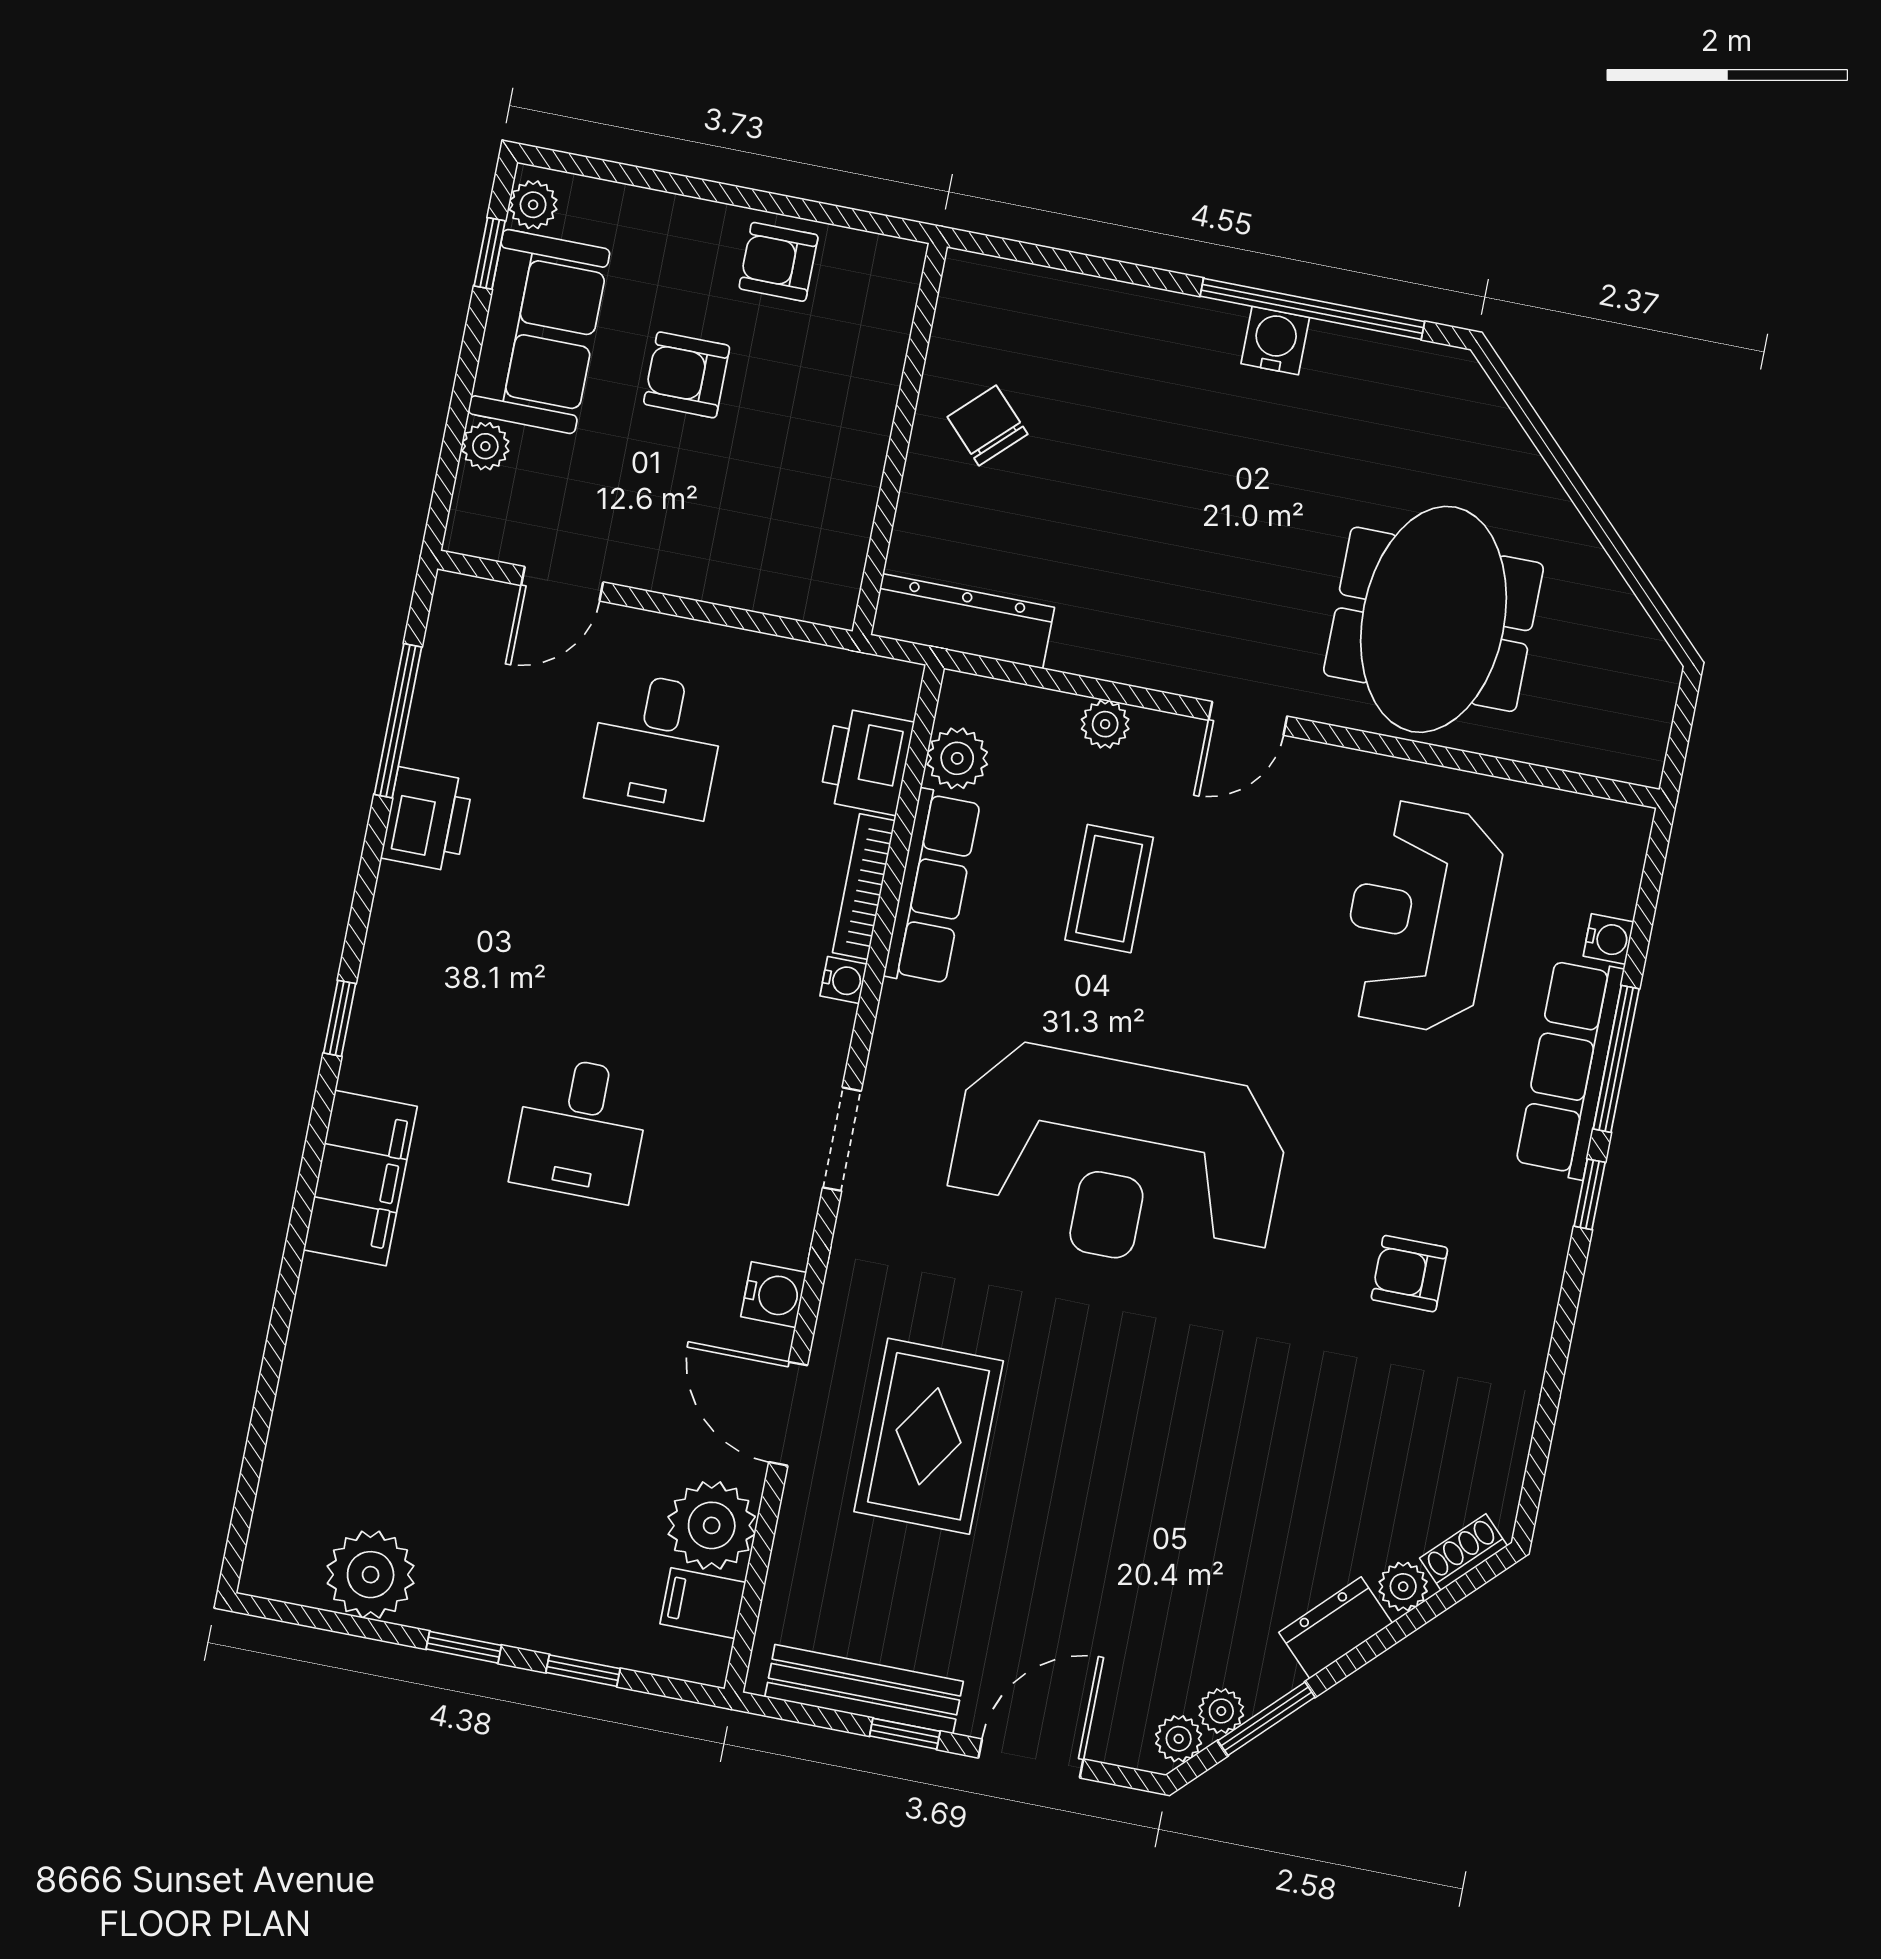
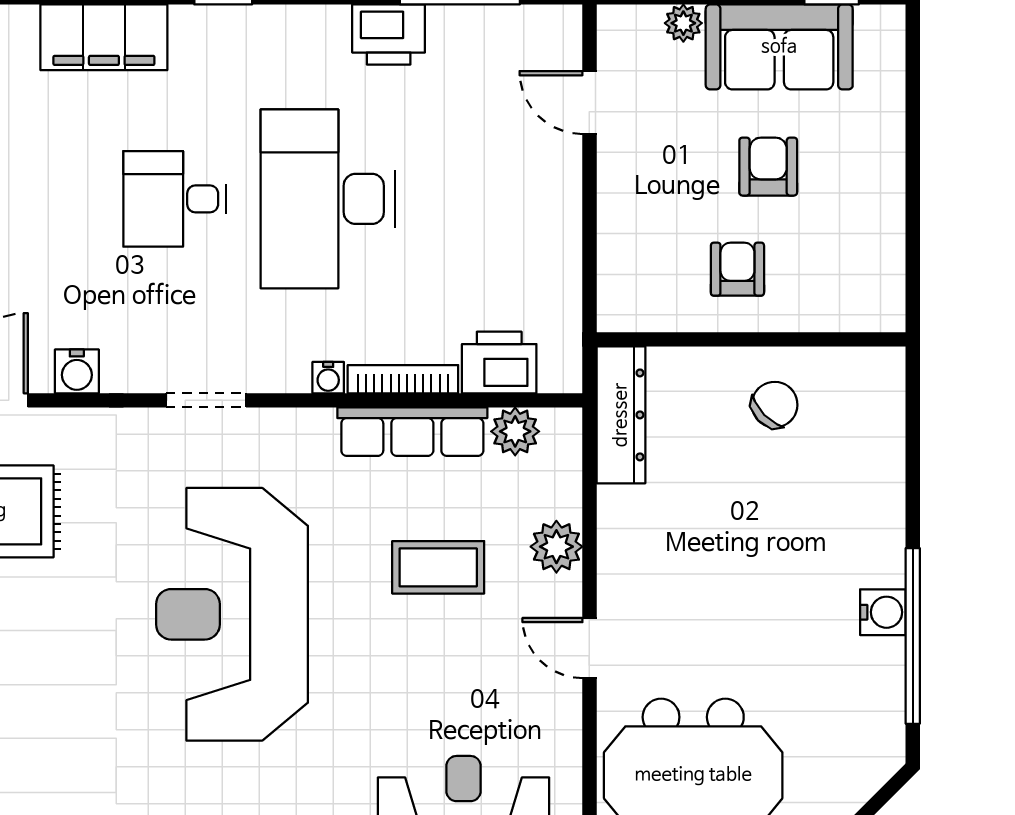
plant: (533, 205) -> (875, 23), removed
armchair: (779, 262) -> (737, 269), moved
plant: (1105, 724) -> (556, 547), width x1.38, depth x1.38
desk: (656, 745) -> (328, 199), moved, width x1.87, depth x1.30

